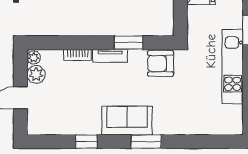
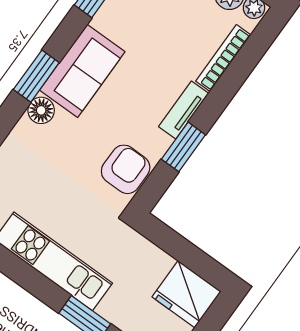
bookcase: (78, 55) -> (223, 58), width x1.56
floor lamp: (162, 127) -> (41, 110), added

